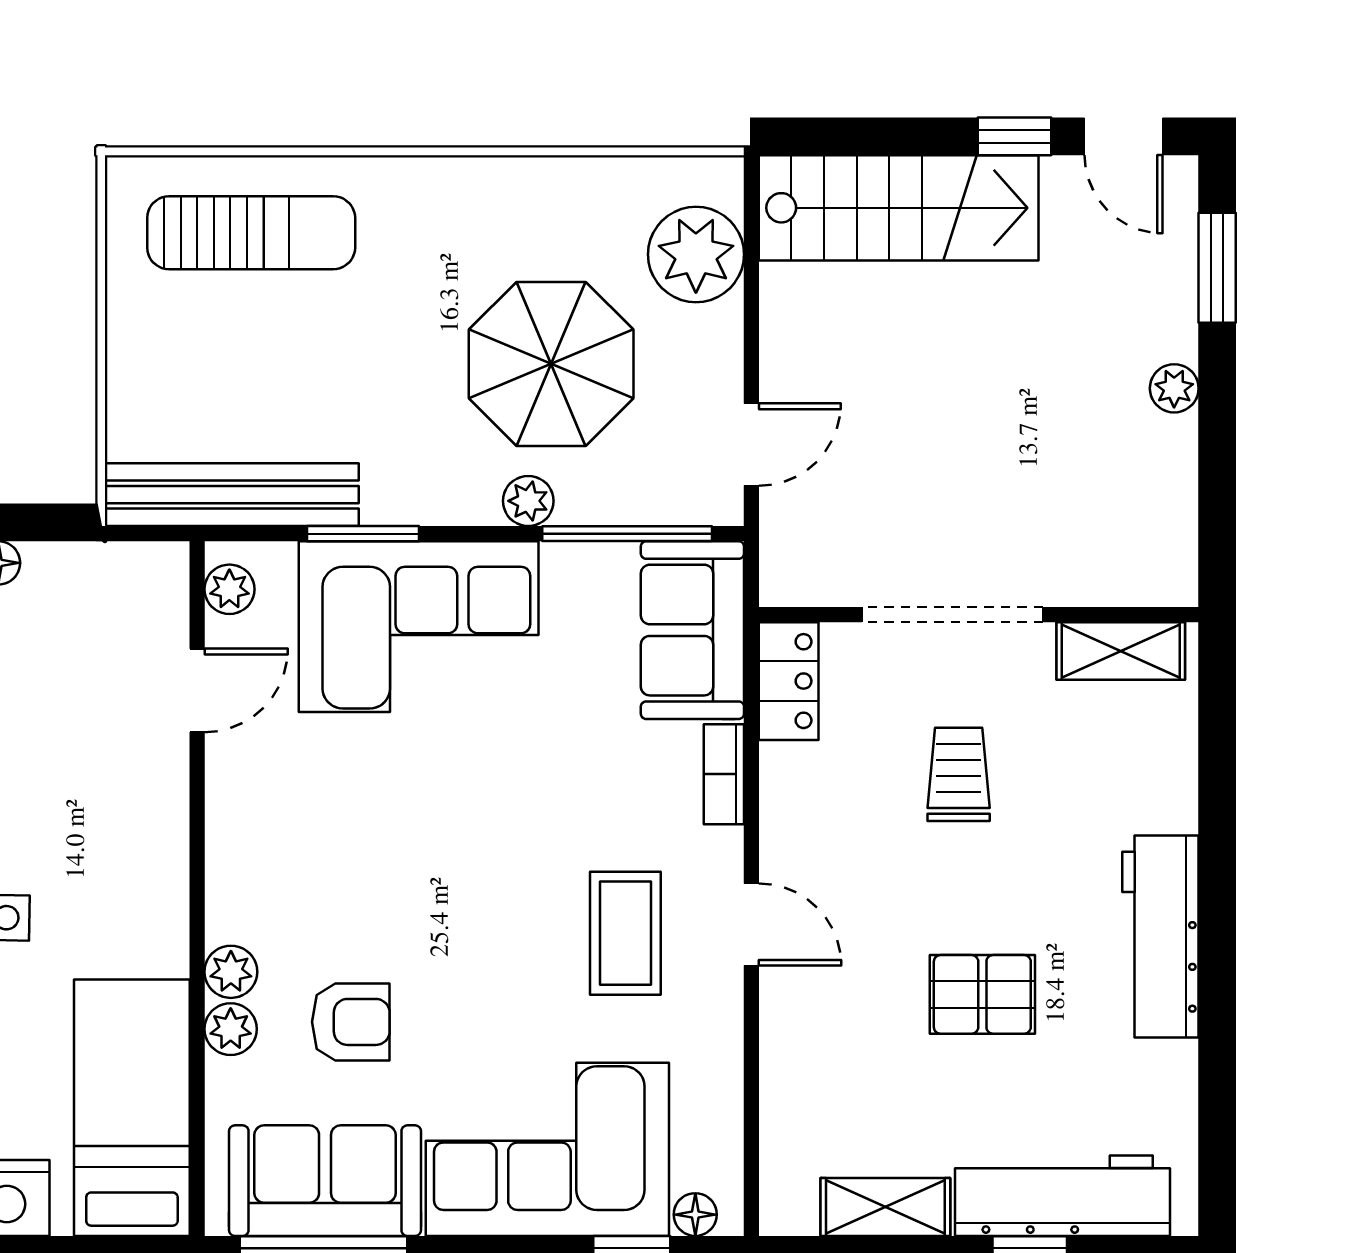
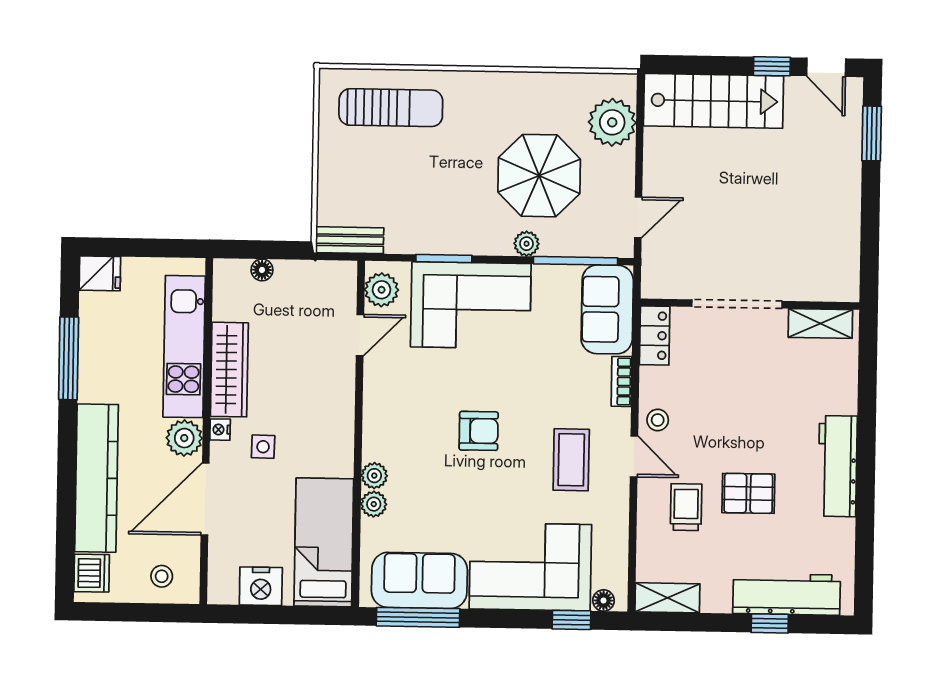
plant: (1174, 388) -> (849, 193), removed
bench: (232, 495) -> (350, 240), width x0.54, depth x0.82
plant: (229, 589) -> (382, 290), width x1.38, depth x1.38
trolley: (959, 774) -> (686, 507), moved
stool: (798, 850) -> (658, 420), added
armchair: (351, 1022) -> (479, 431), moved
shelving: (885, 1207) -> (667, 598), moved

